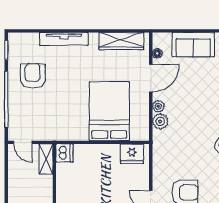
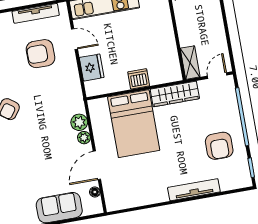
wardrobe: (121, 41) -> (175, 94), moved, turned 180
door: (23, 142) -> (217, 76), hinge flipped
dishwasher: (64, 153) -> (139, 79), moved, turned 90
fridge: (132, 154) -> (92, 67), moved, turned 90

